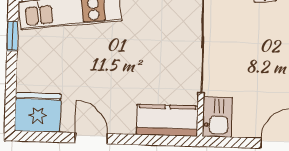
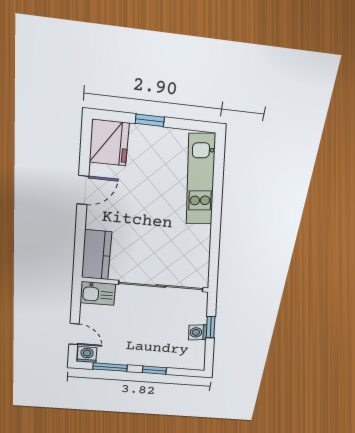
window: (12, 36) -> (150, 120), moved

